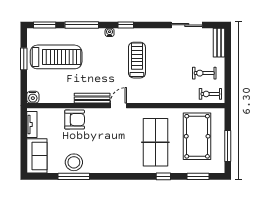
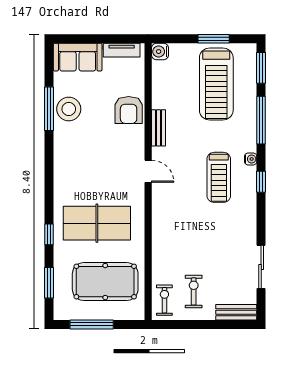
treadmill: (137, 60) -> (219, 177), moved, turned 90
bench: (92, 98) -> (159, 128), width x0.73

